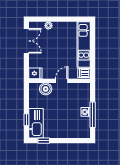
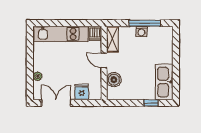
fridge: (35, 73) -> (82, 92), moved
shelving: (79, 88) -> (112, 39), added
kitchen sink: (36, 123) -> (164, 82), moved, turned -90
window: (44, 141) -> (176, 82), removed

